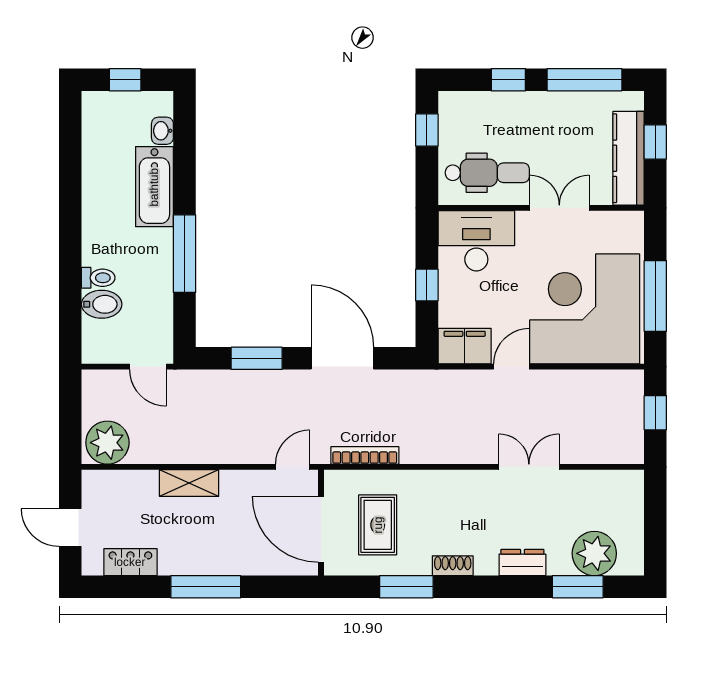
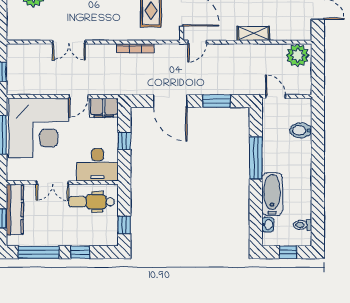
toilet: (98, 278) -> (303, 225), moved
bookcase: (365, 455) -> (135, 48), moved

